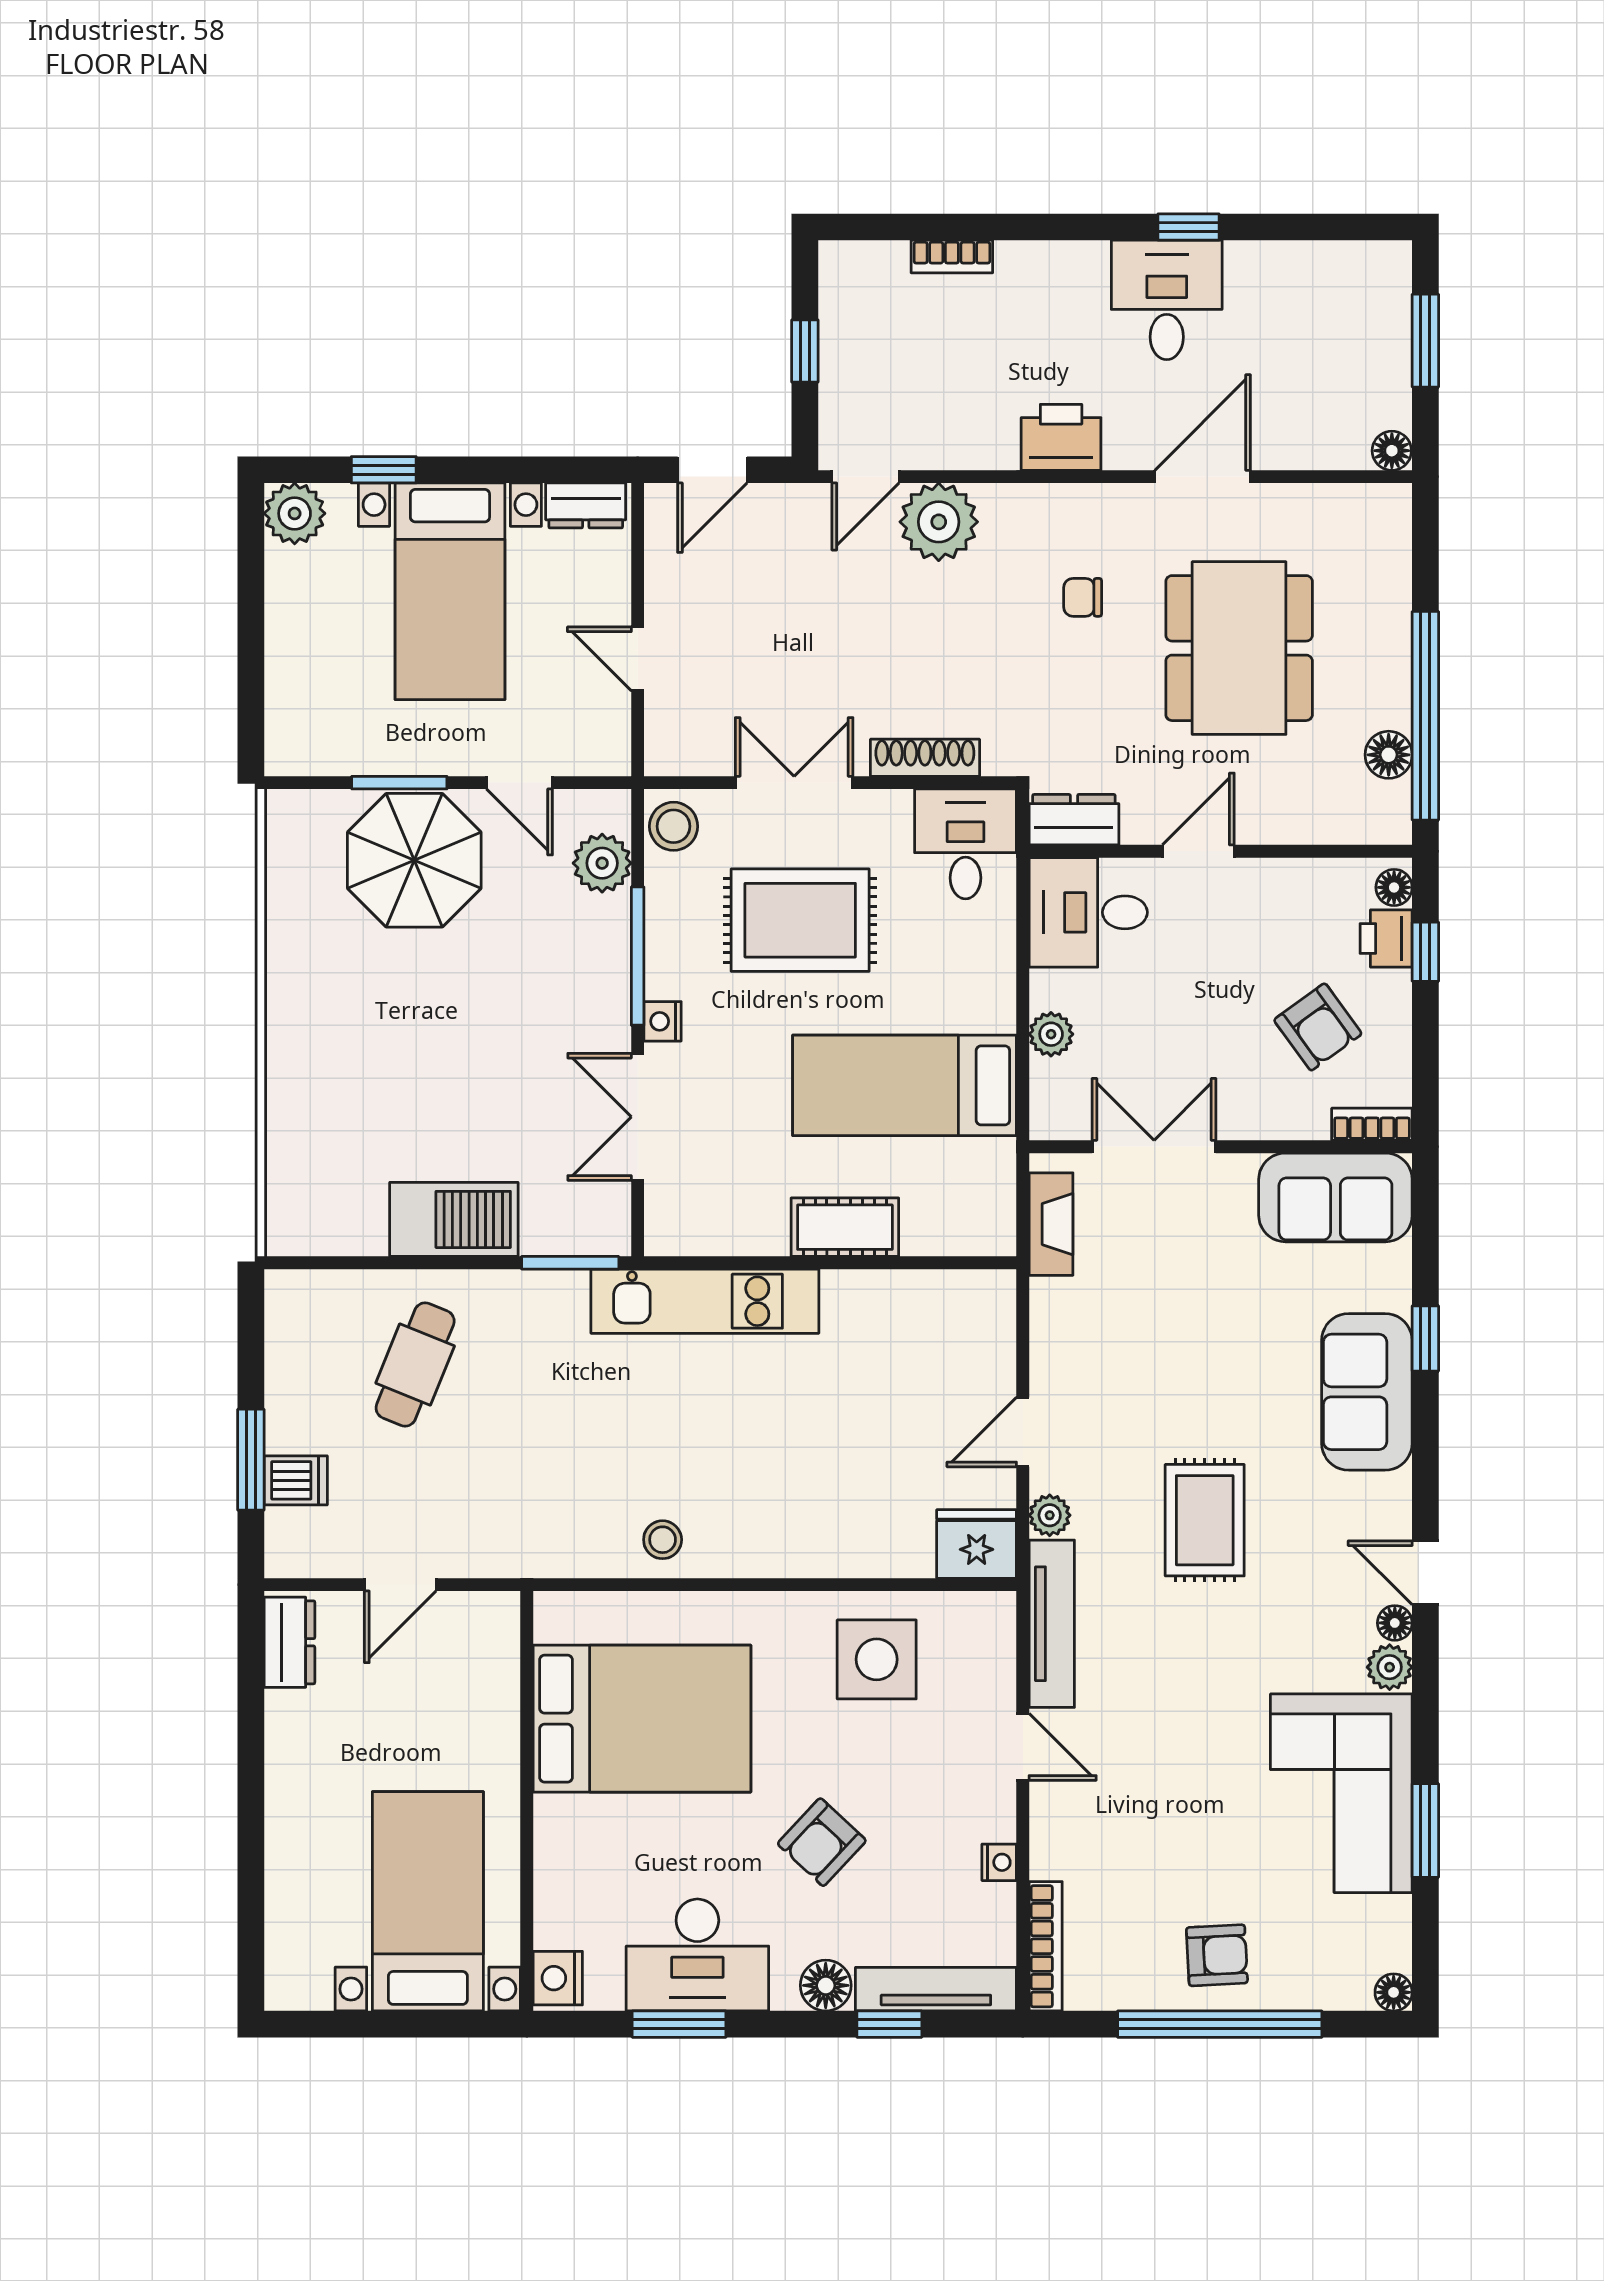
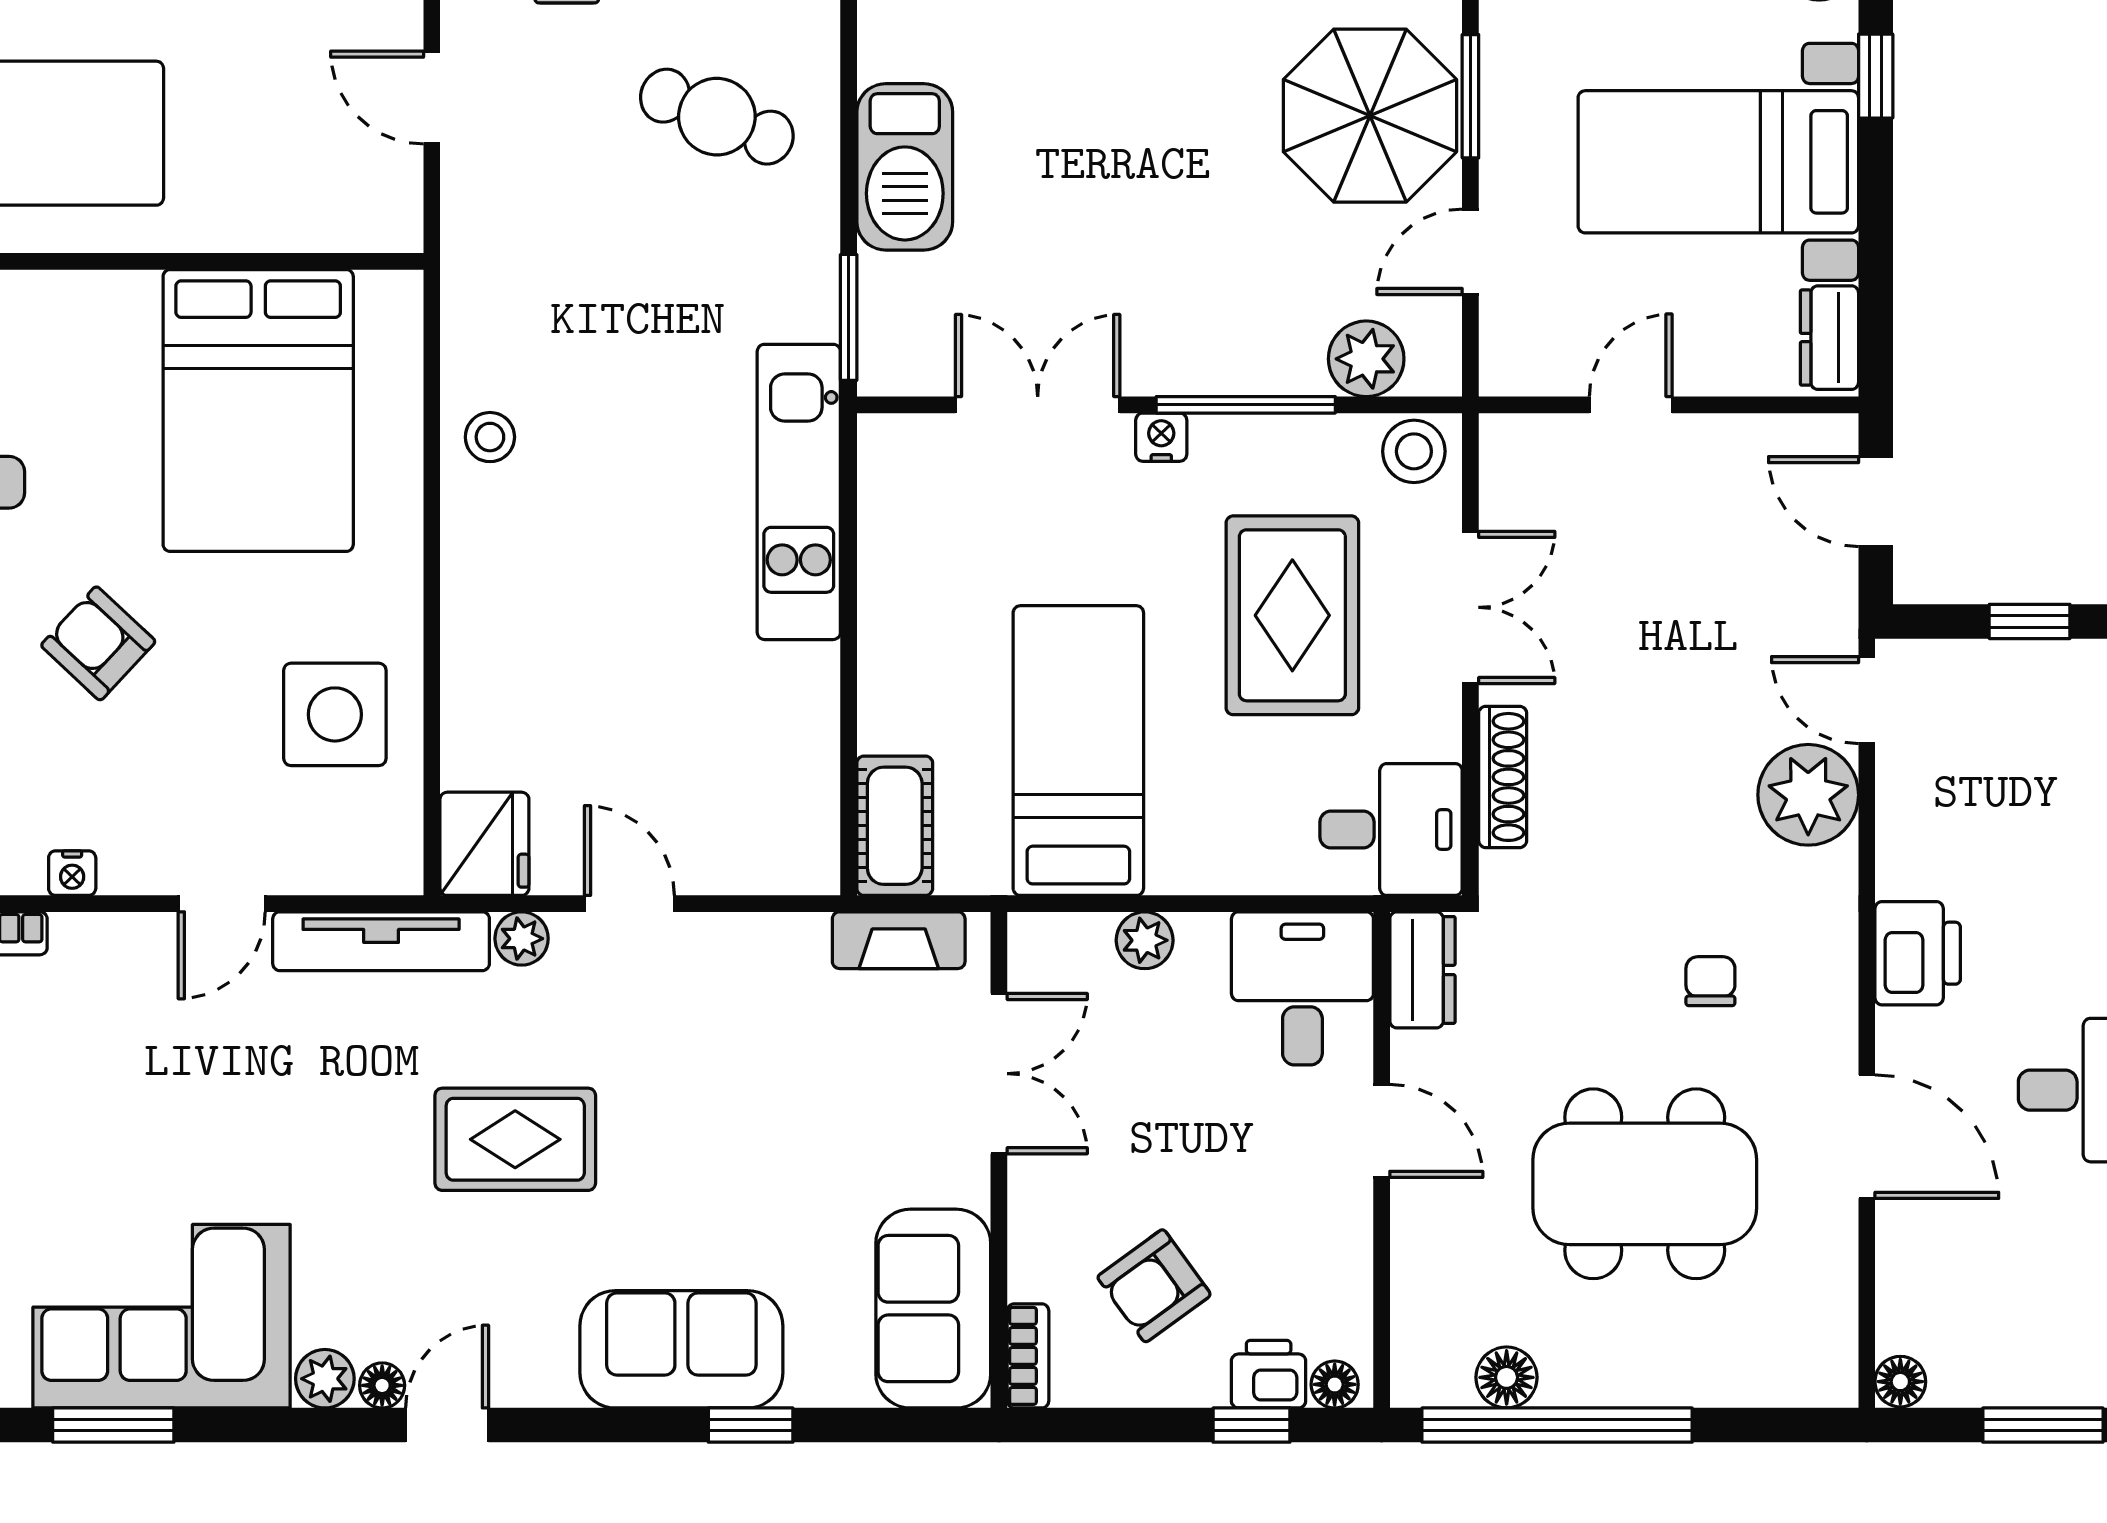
cot: (845, 1227) -> (895, 826), moved

